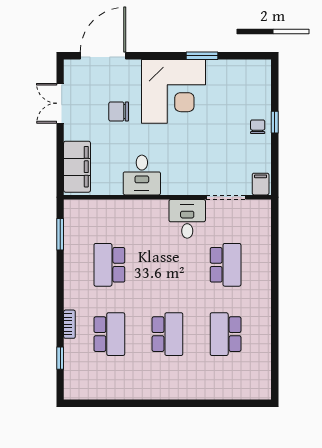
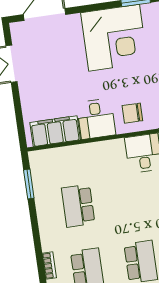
chair: (119, 111) -> (132, 113), moved
filing cabinet: (77, 167) -> (55, 131), moved, turned -90

